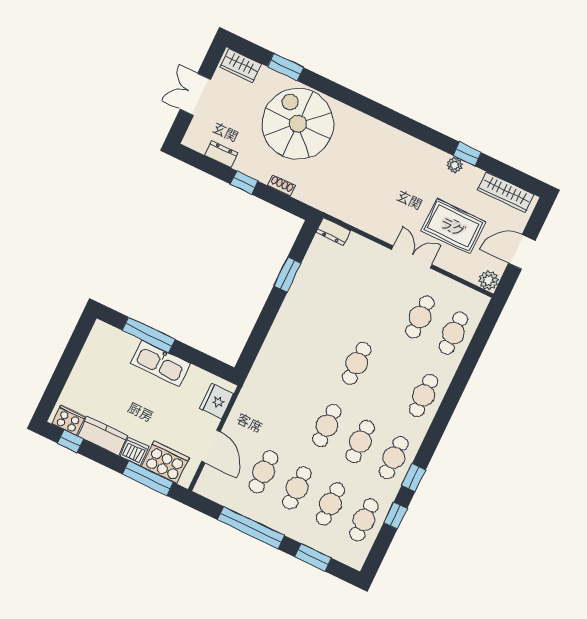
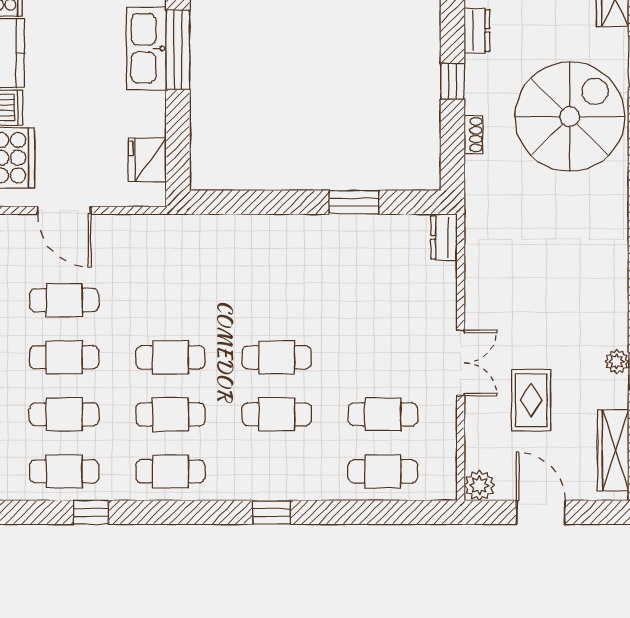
rug: (453, 226) -> (531, 400), width x0.73, depth x0.70
kitchen sink: (160, 363) -> (146, 49), moved
cafe table: (424, 395) -> (277, 414), moved
fridge: (216, 401) -> (147, 160), moved, turned -90
door: (211, 447) -> (64, 210), hinge flipped
window: (414, 478) -> (272, 512), moved

